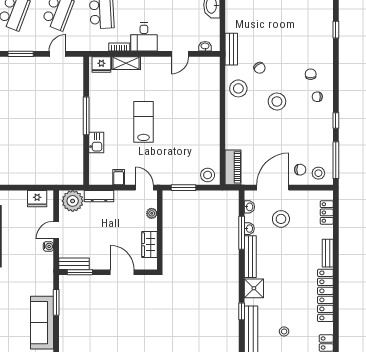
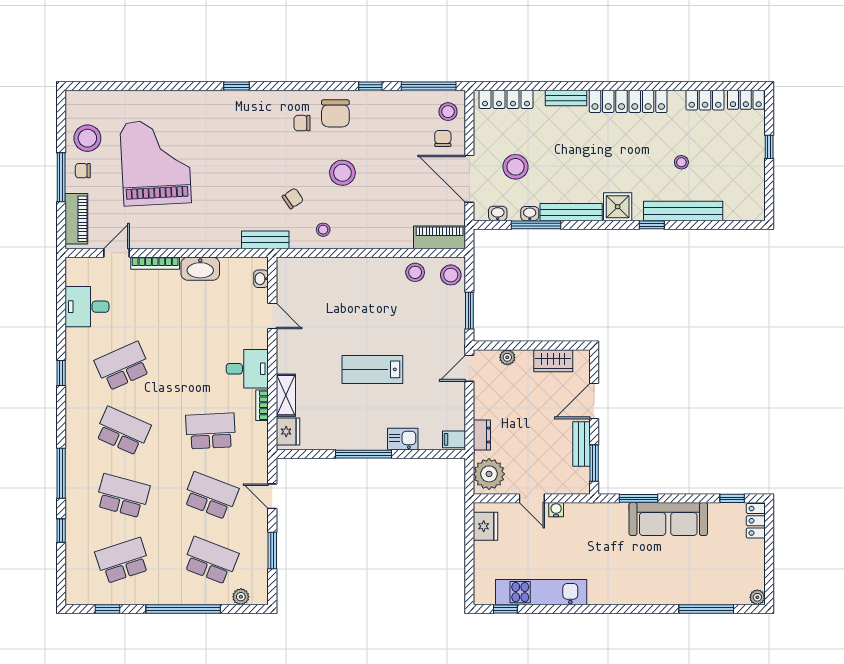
stool: (238, 88) -> (323, 230), width x0.53, depth x0.53
chair: (317, 97) -> (335, 113), width x1.87, depth x1.87
stool: (209, 151) -> (415, 272), added
filing cabinet: (119, 177) -> (454, 439), moved
dresser: (99, 196) -> (482, 435), width x0.70
locker: (327, 212) -> (506, 99), width x1.53
bench: (74, 264) -> (581, 444), moved

